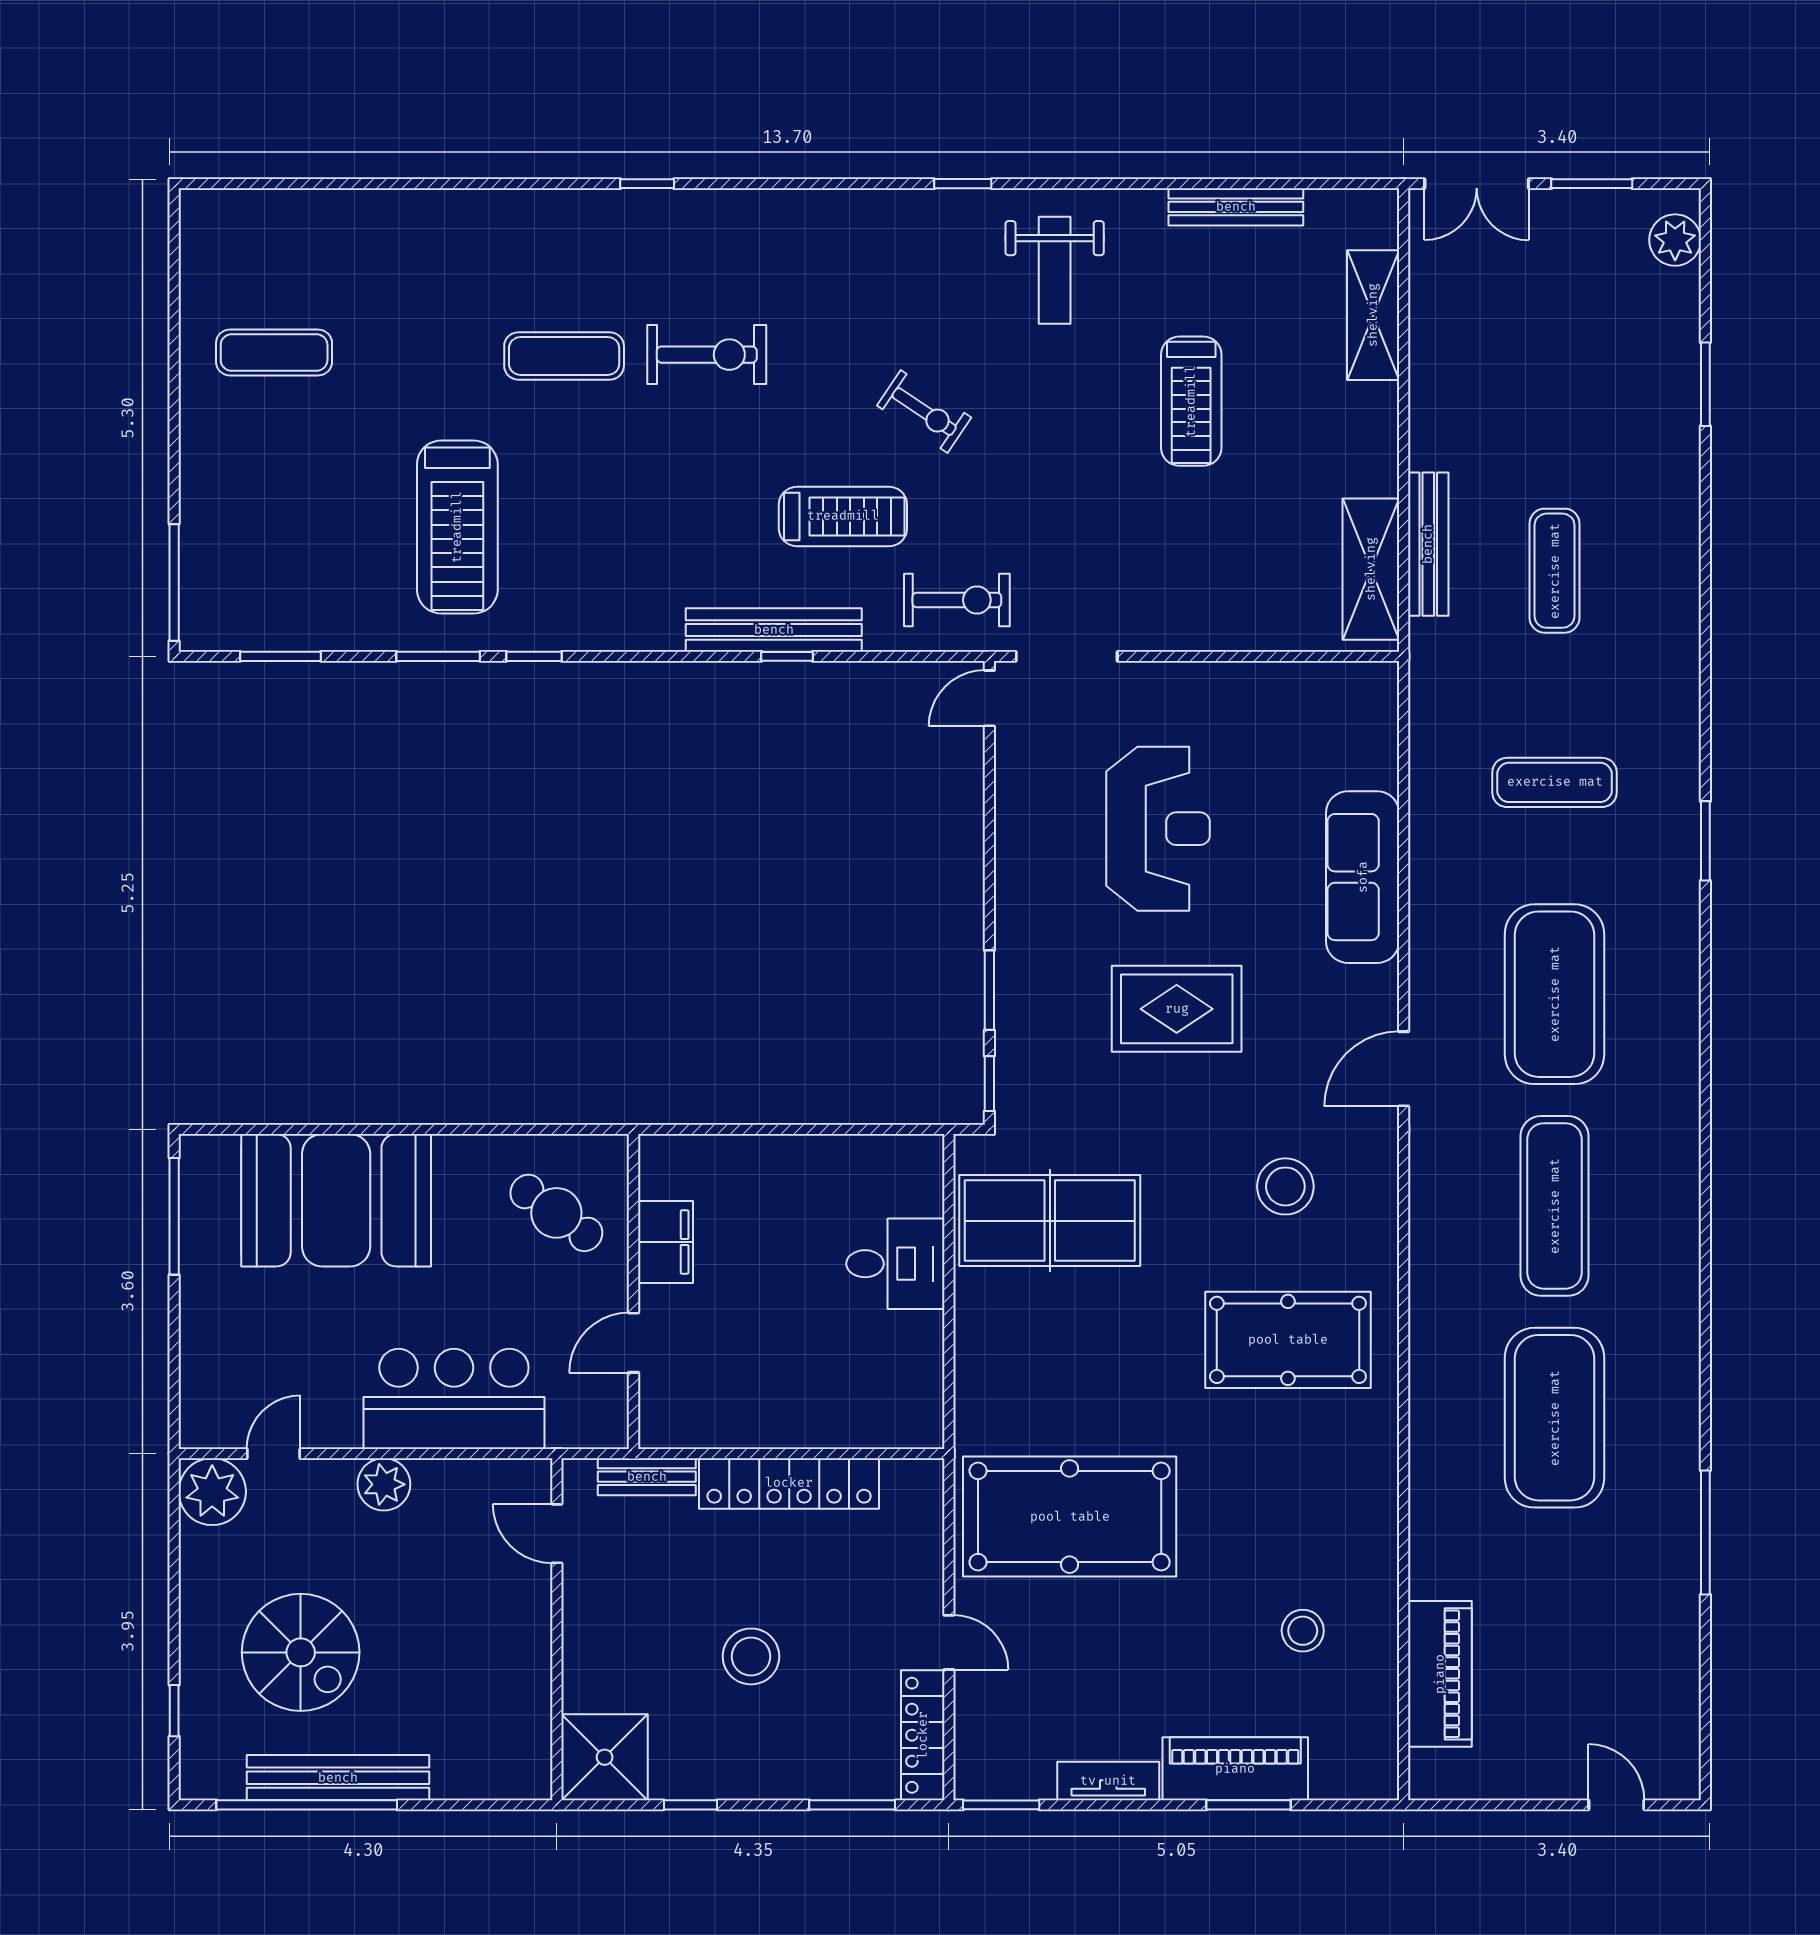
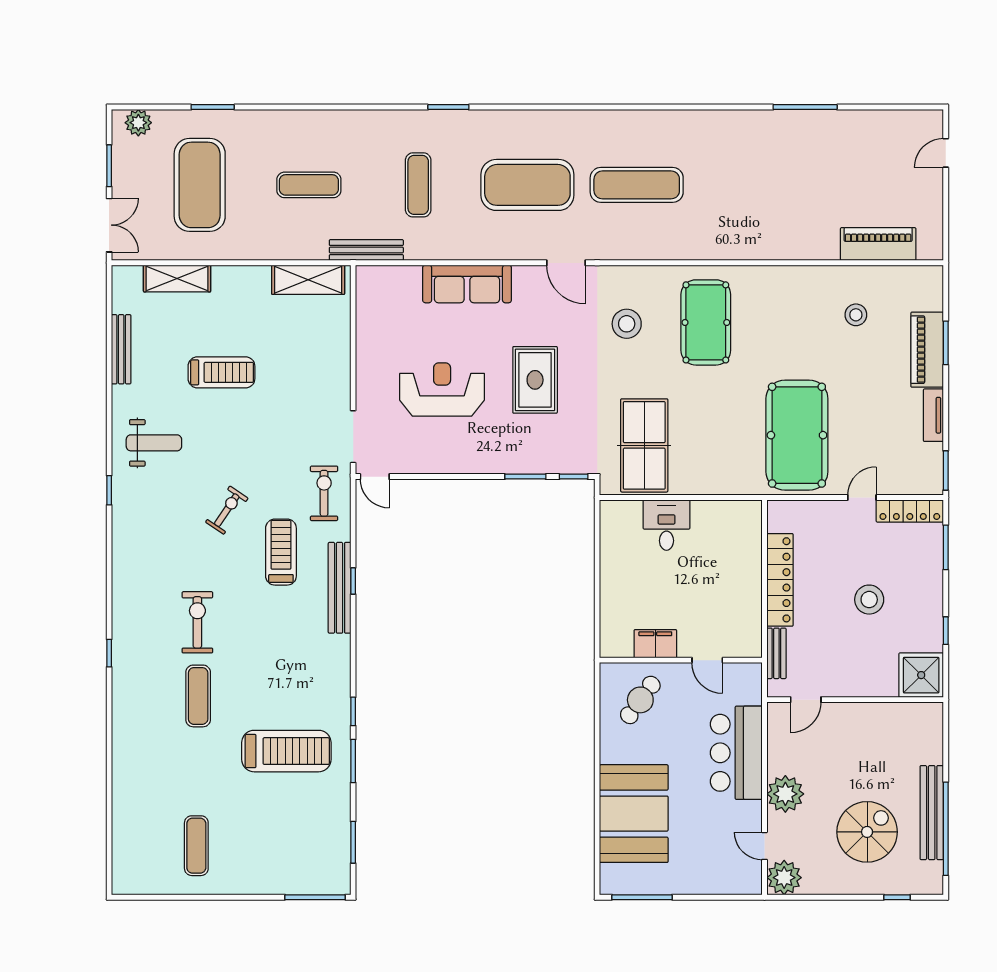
bench: (1428, 544) -> (366, 250), moved
exercise mat: (1555, 1418) -> (200, 185), moved, turned 90
plant: (384, 1484) -> (785, 794), width x1.36, depth x1.36

